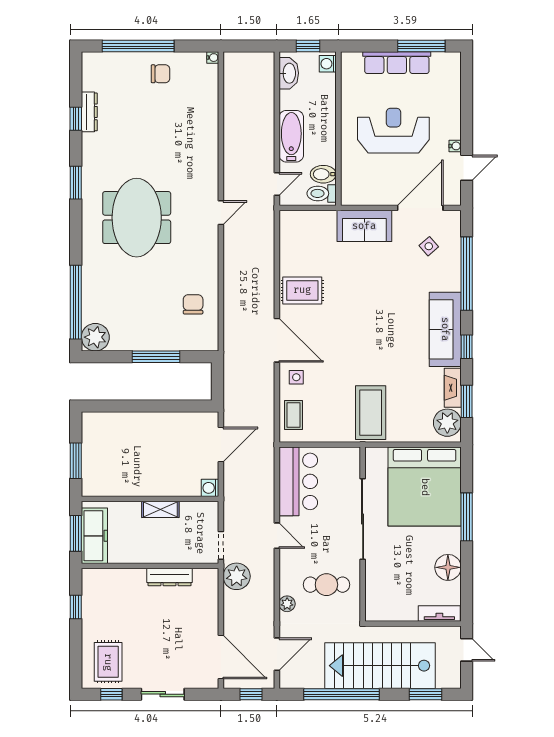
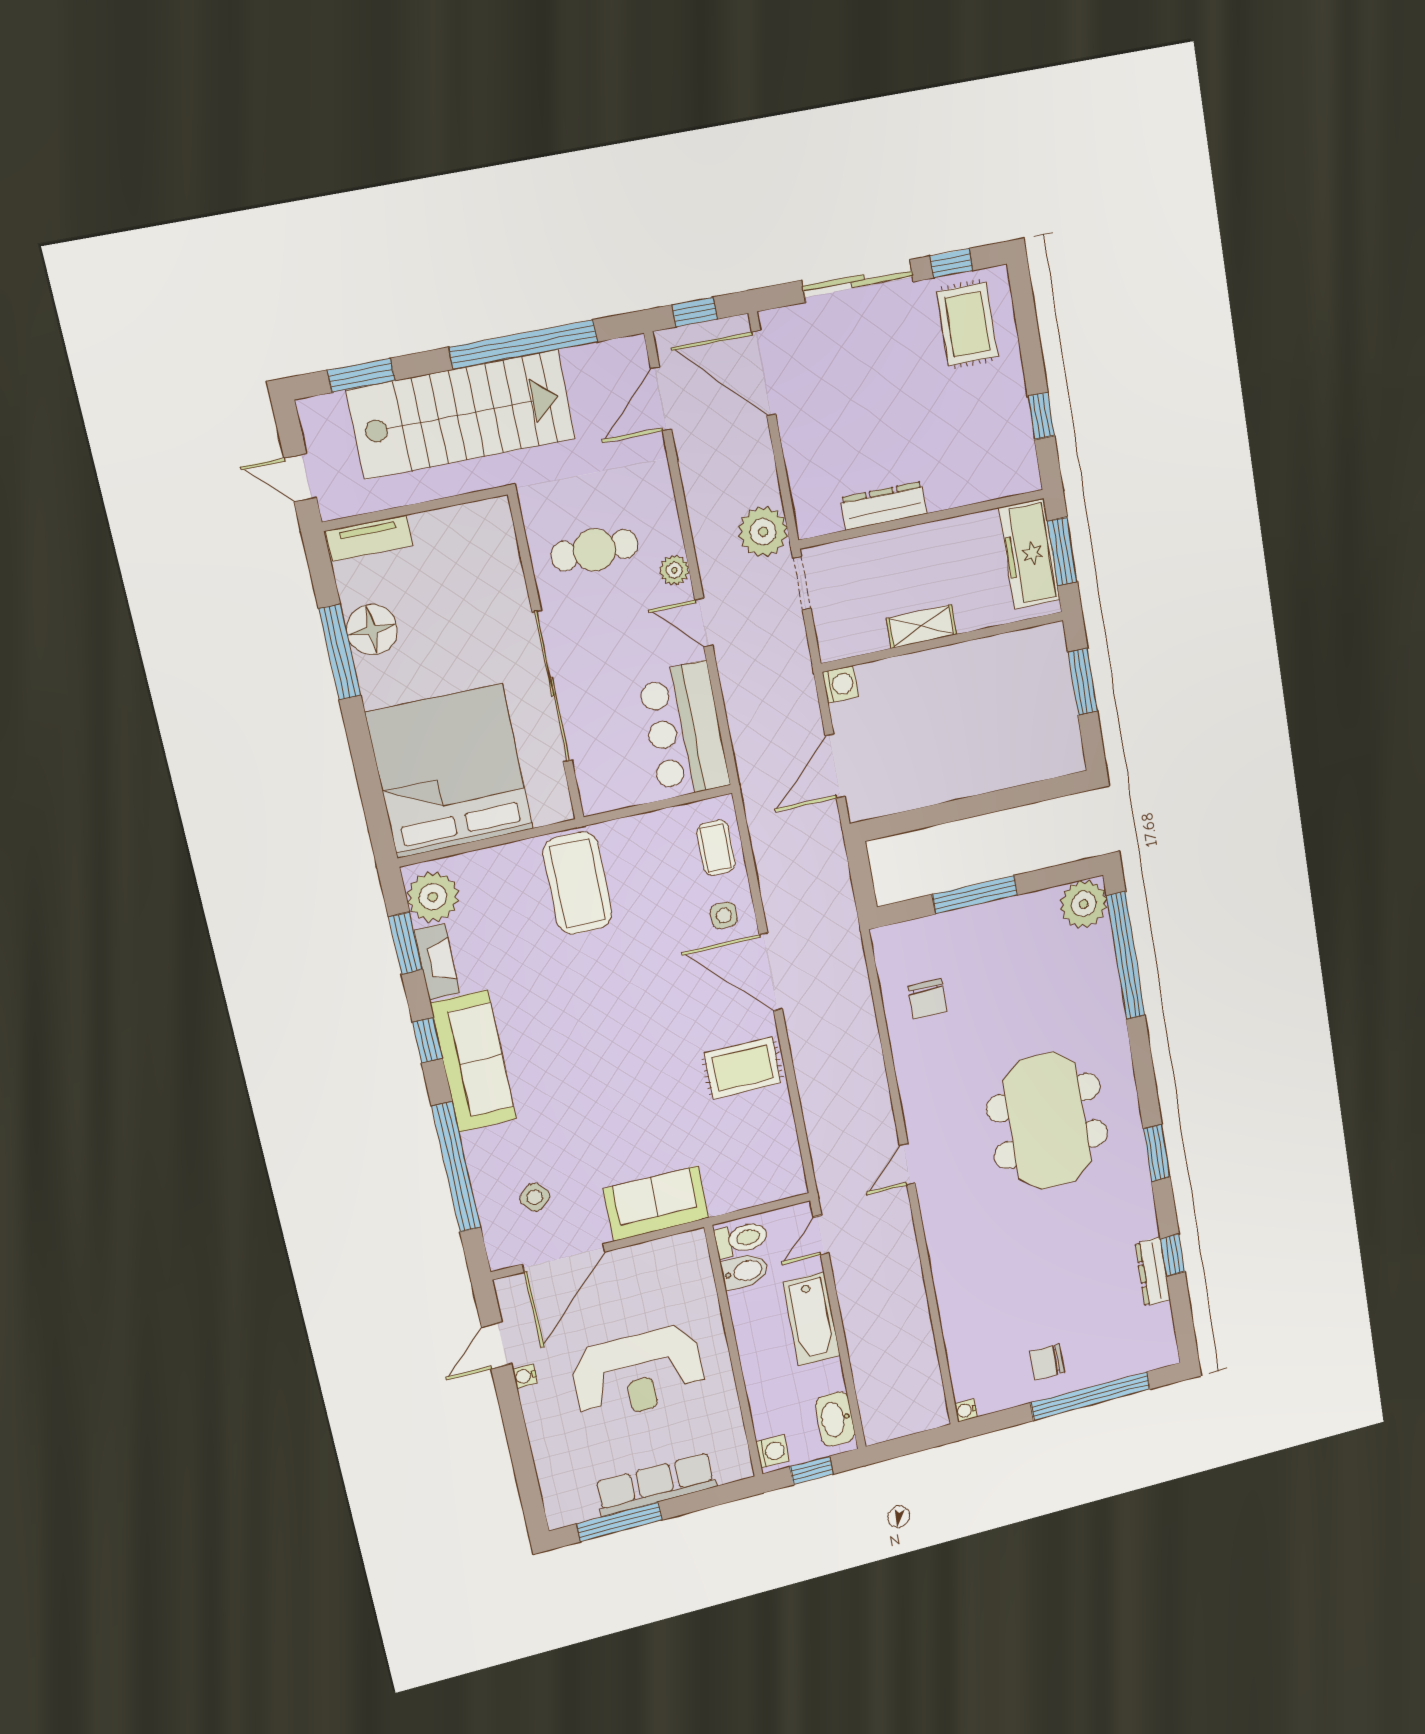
window: (467, 517) -> (340, 652), moved
plant: (287, 604) -> (674, 570), moved
sliding door: (163, 694) -> (858, 281), width x1.37

